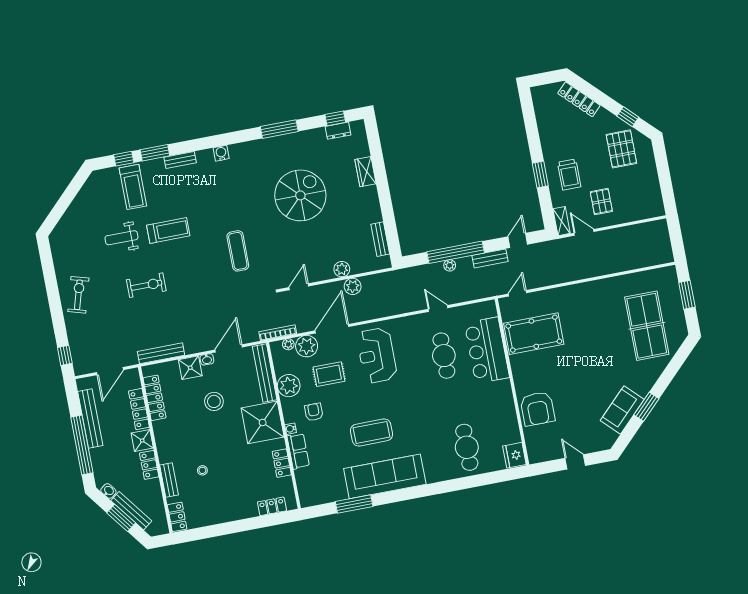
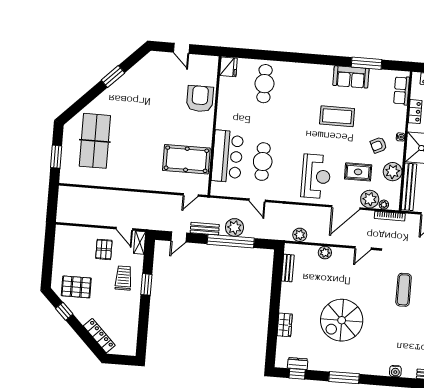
pallet: (621, 149) -> (76, 287), turned 90
plant: (450, 265) -> (234, 227), width x1.87, depth x1.87
plant: (353, 286) -> (300, 235), moved
sofa: (622, 410) -> (133, 79), removed
armchair: (314, 412) -> (378, 145), turned 64
row of seats: (298, 451) -> (402, 91), moved
sofa: (385, 476) -> (351, 77), width x0.54, depth x0.79

